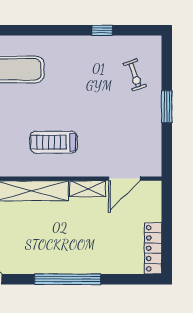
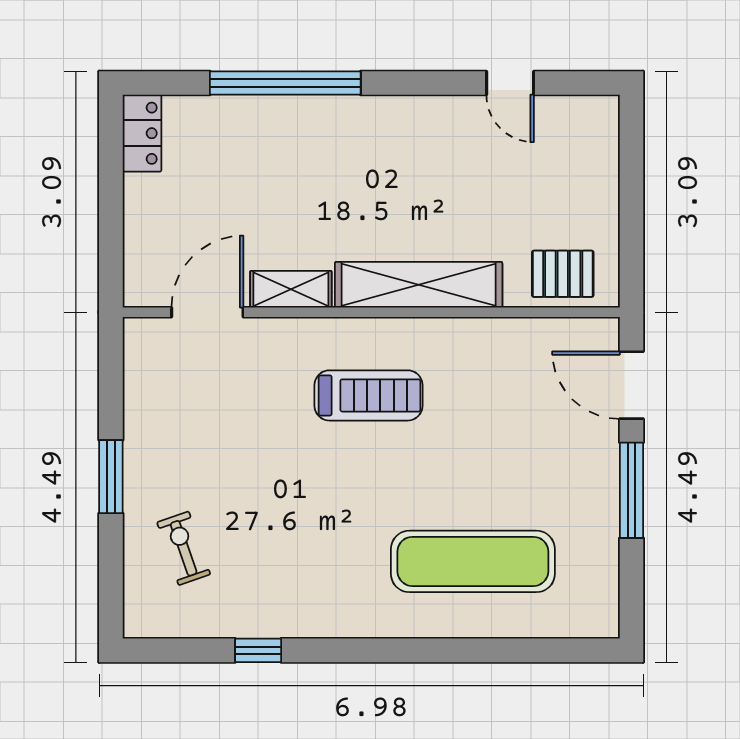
locker: (153, 248) -> (142, 133), width x0.66
window: (68, 279) -> (285, 83), moved

